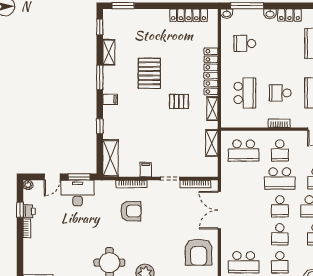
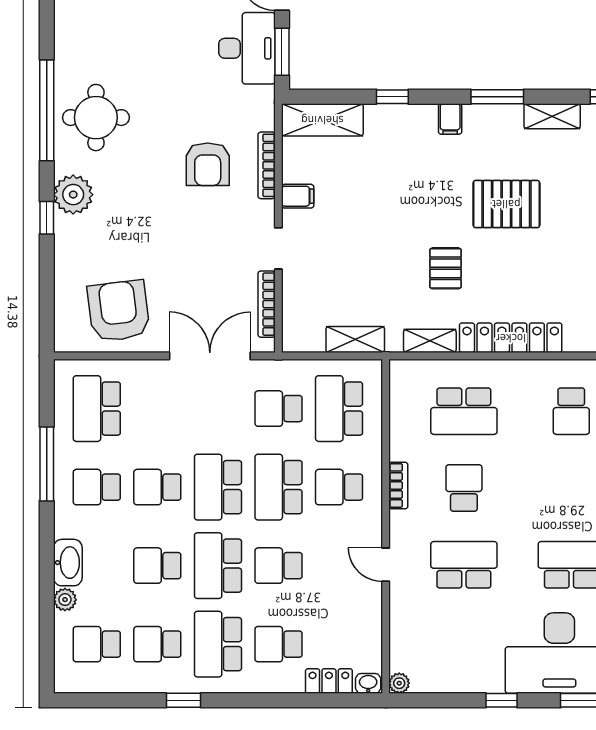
school desk: (245, 43) -> (571, 411), turned 180
school desk: (244, 178) -> (279, 409), added
school desk: (280, 206) -> (218, 487), width x1.85
armchair: (199, 252) -> (119, 311), turned 83

